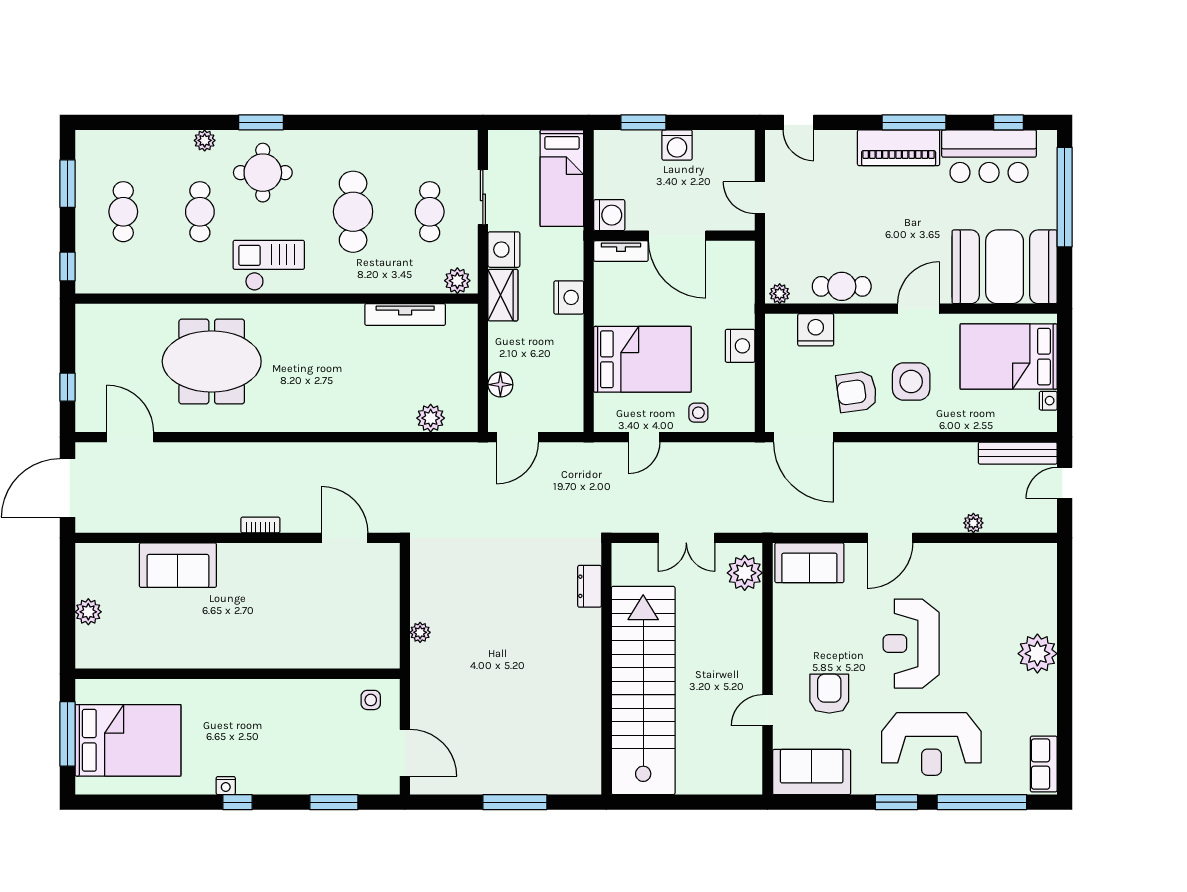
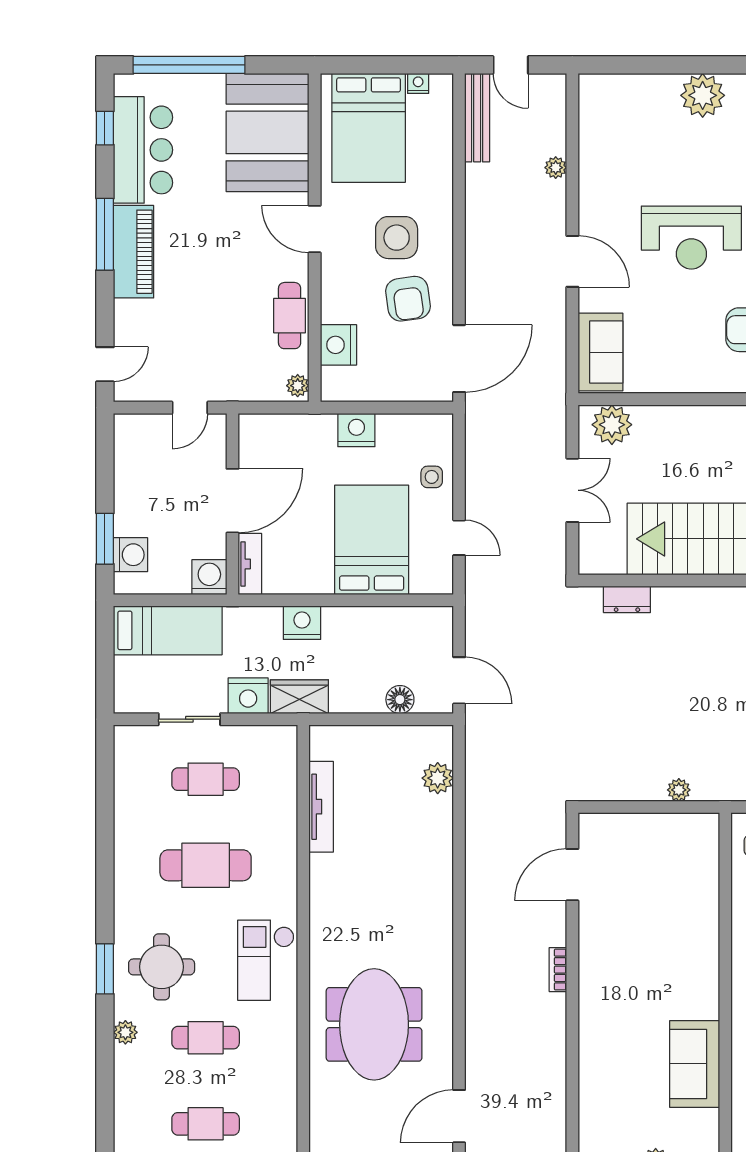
washing machine: (677, 145) -> (131, 555), moved
plant: (457, 281) -> (283, 748), removed
sofa: (178, 565) -> (695, 1064), moved, turned 180

